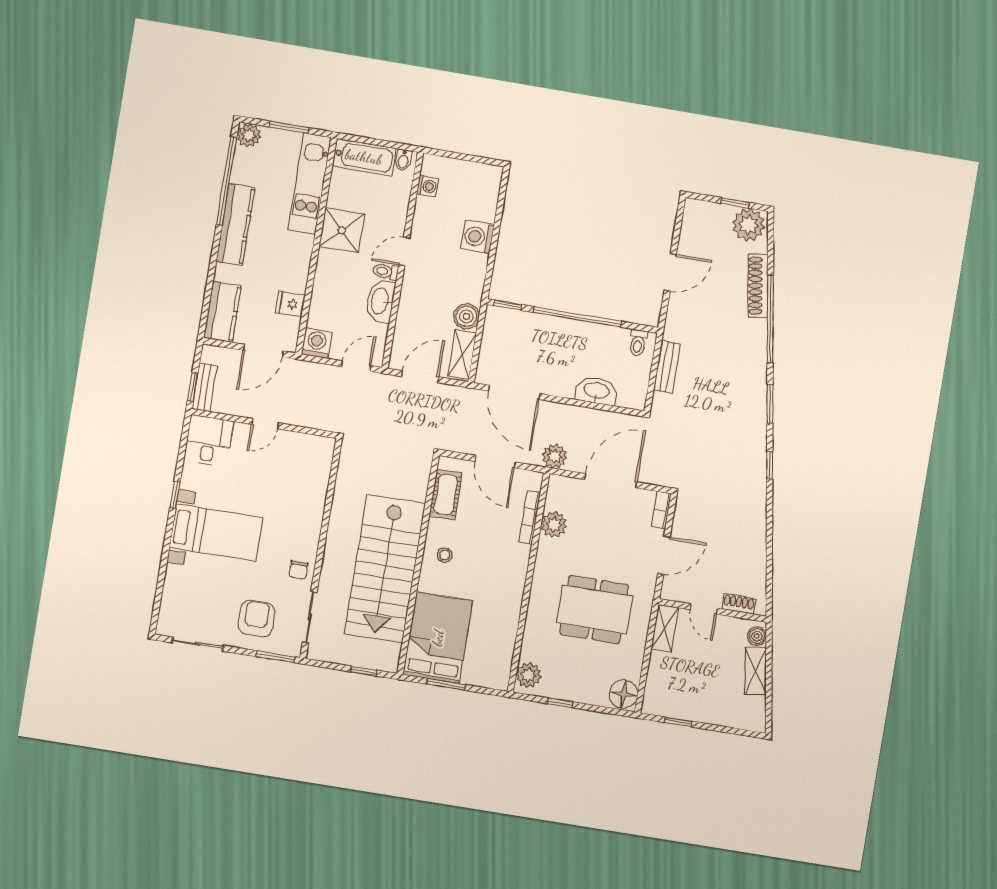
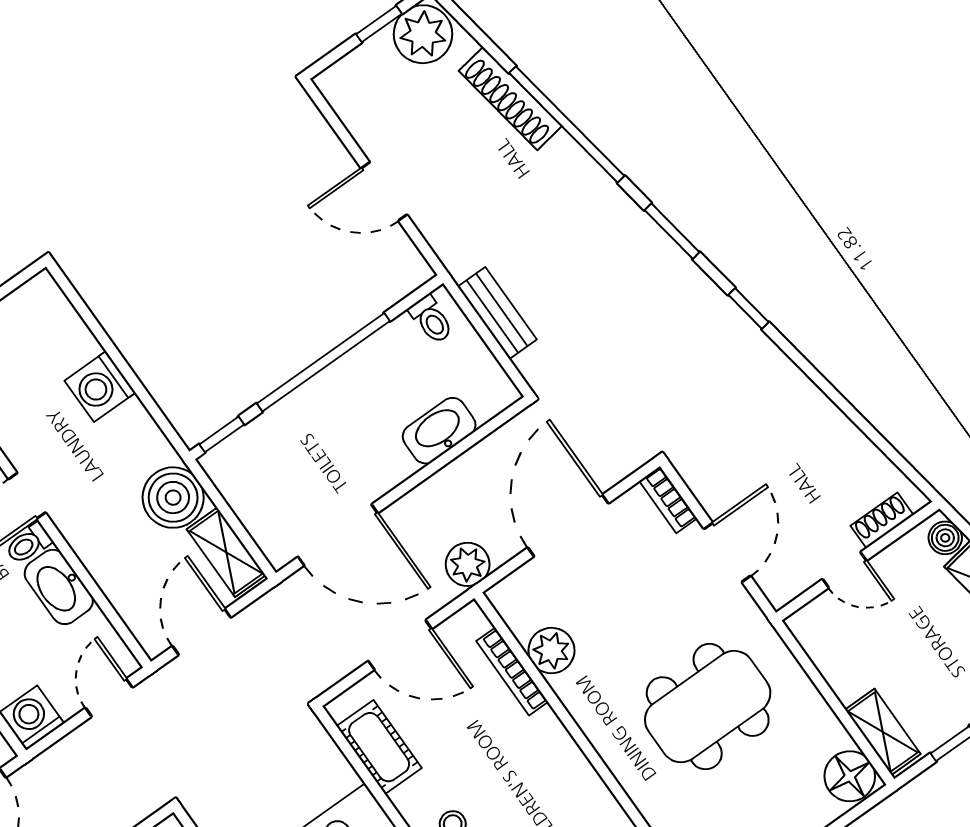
door: (670, 272) -> (384, 192), swing flipped
boiler: (466, 316) -> (173, 498), width x1.37, depth x1.37
shelving: (665, 628) -> (883, 732), moved

